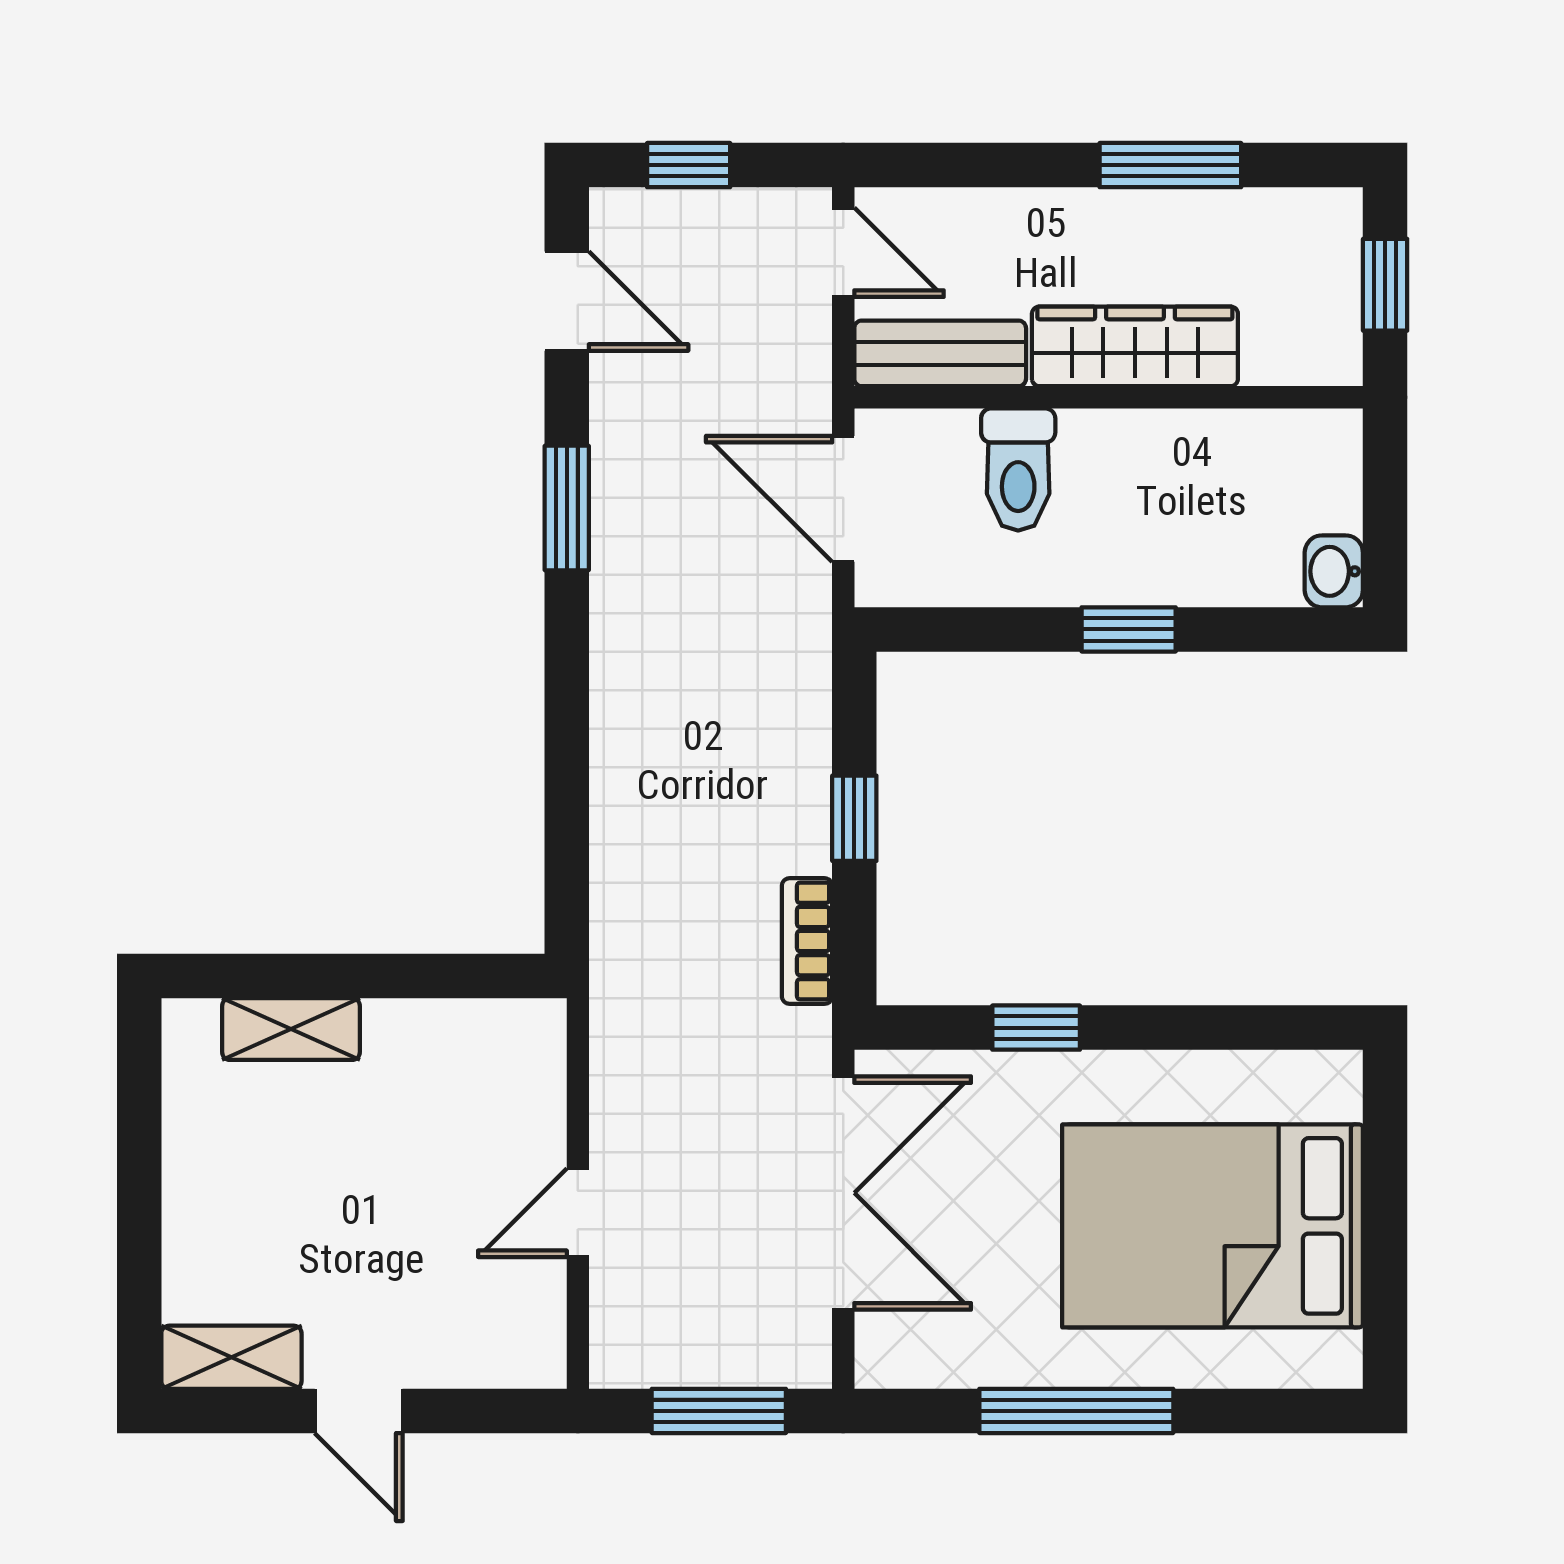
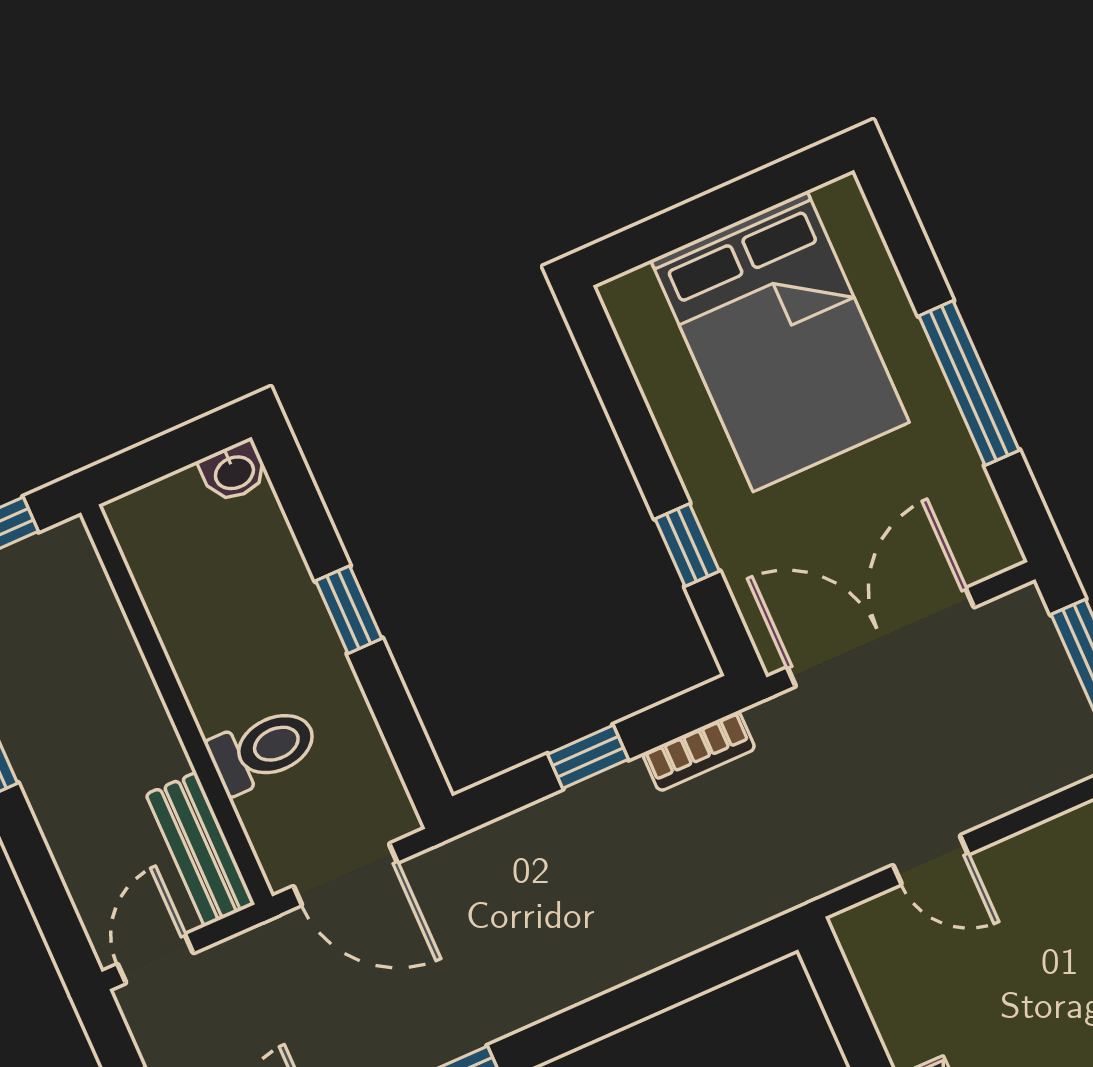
wardrobe: (1135, 346) -> (128, 702), removed
door: (843, 499) -> (346, 874), hinge flipped
door: (578, 1213) -> (931, 860), moved

